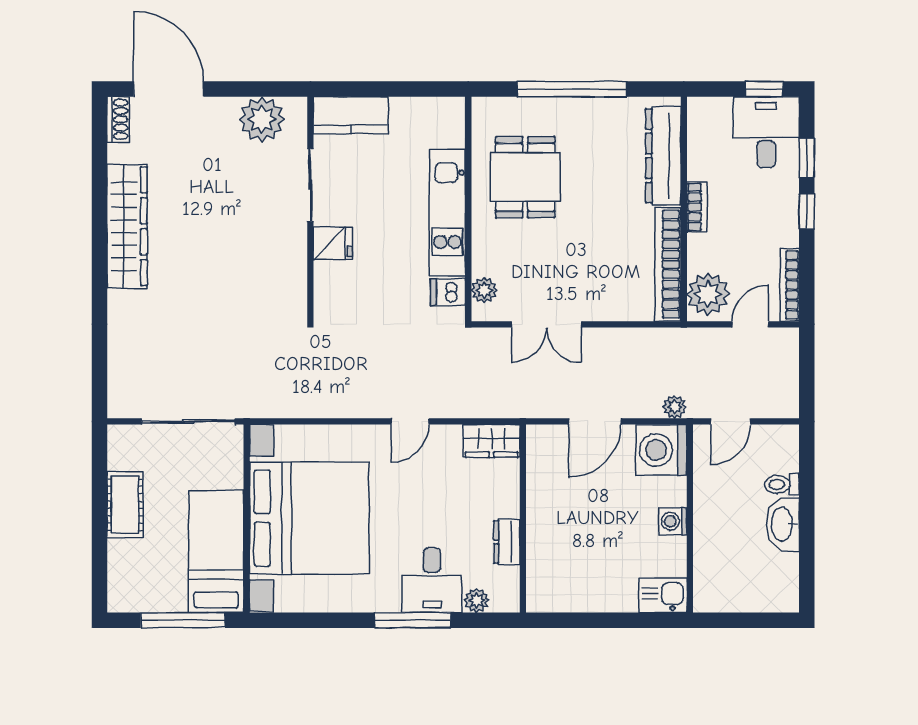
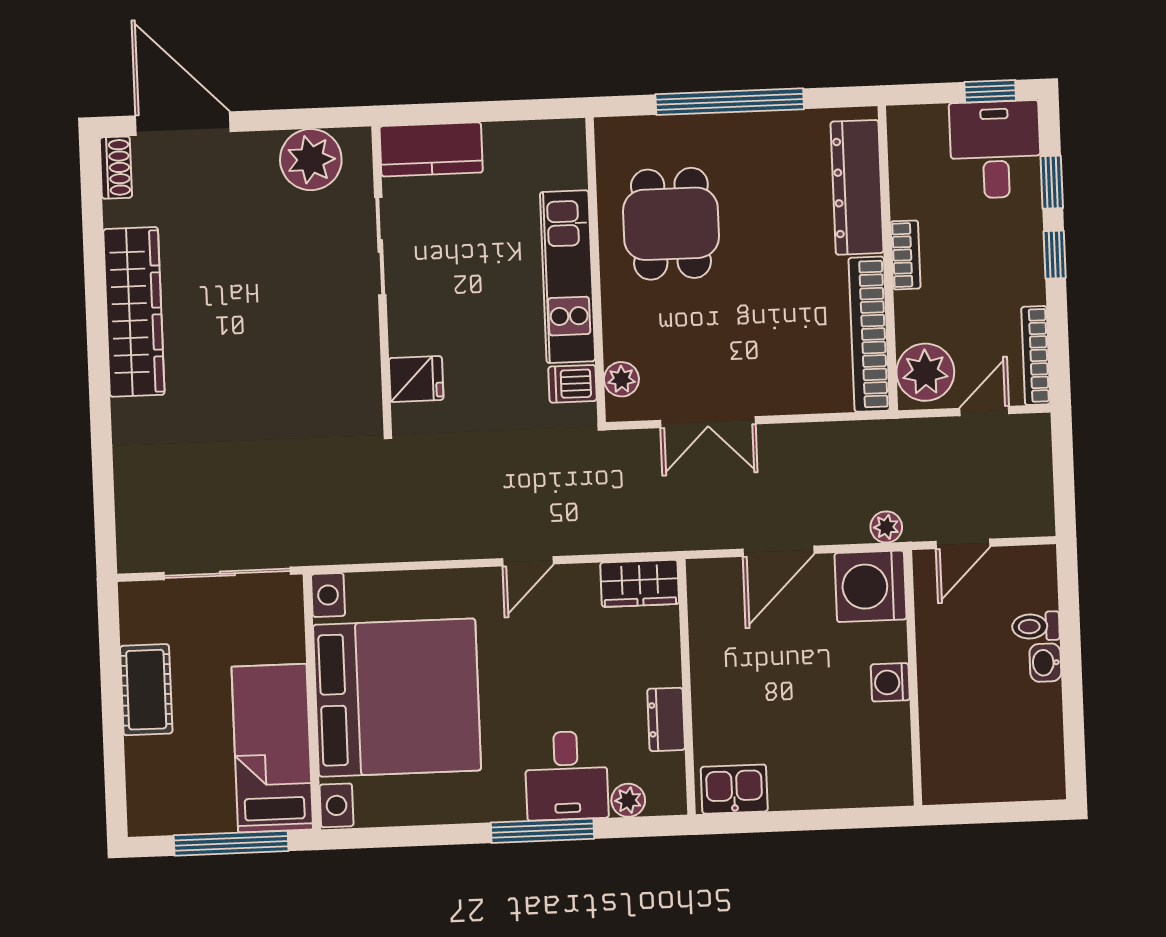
fridge: (333, 243) -> (416, 379), moved
washbasin: (783, 524) -> (1045, 663), width x0.52, depth x0.69
kitchen sink: (663, 595) -> (734, 789), moved

